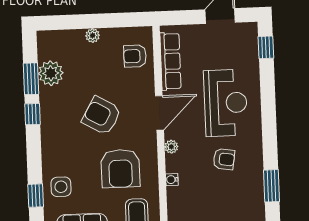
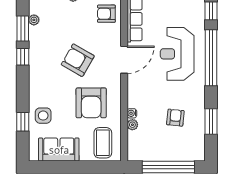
plant: (51, 73) -> (34, 20), width x0.53, depth x0.53
reception desk: (226, 103) -> (177, 54), turned 180
window: (268, 106) -> (211, 58), added
plant: (171, 147) -> (132, 125), moved
armchair: (224, 159) -> (175, 118), moved, turned -93

